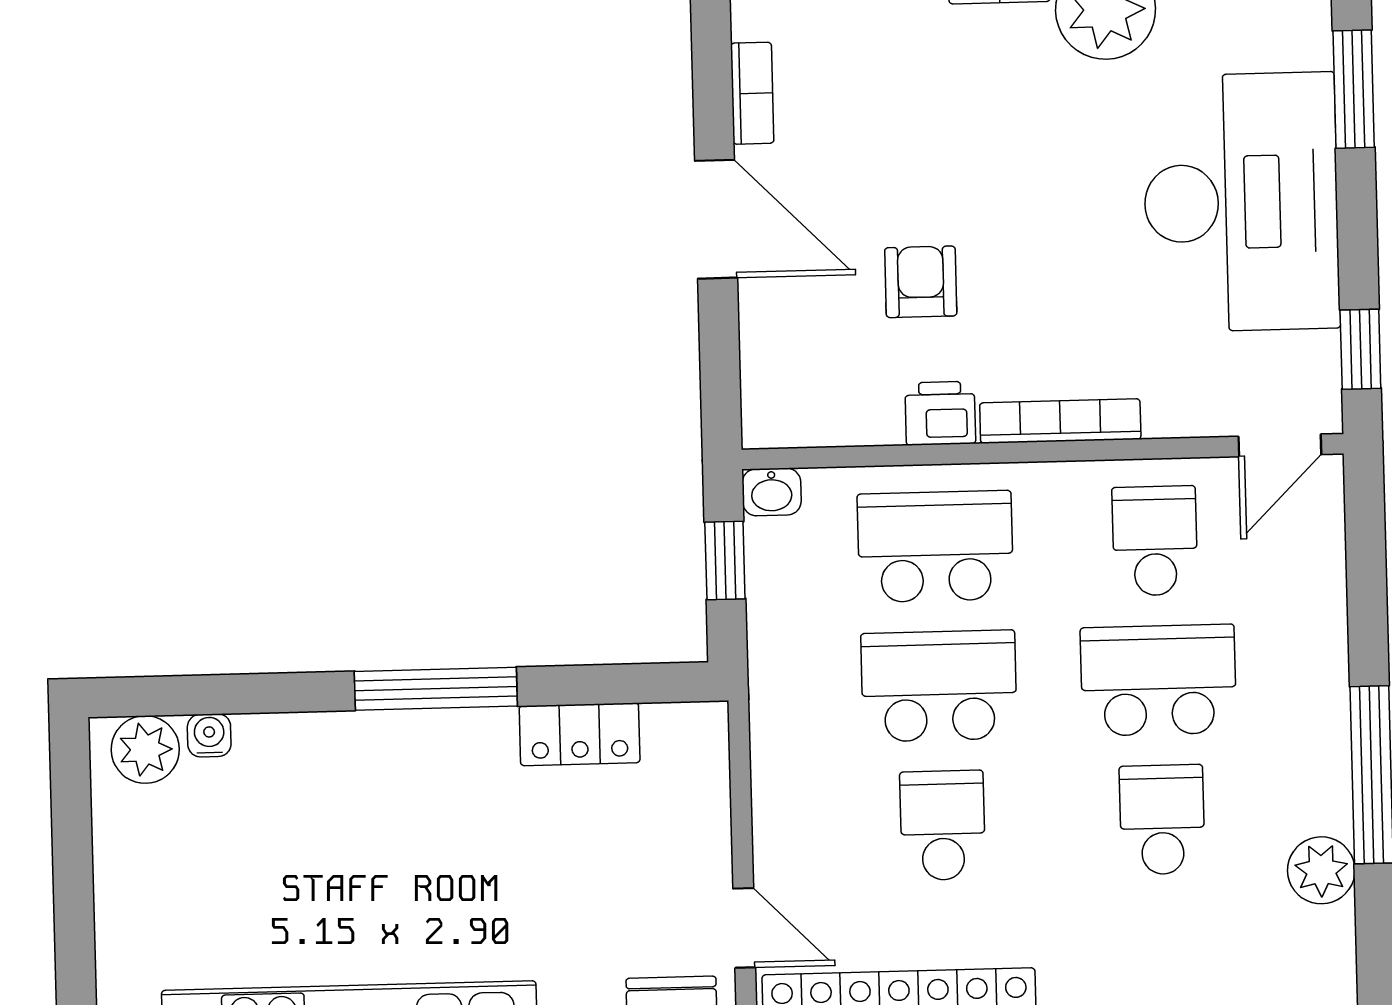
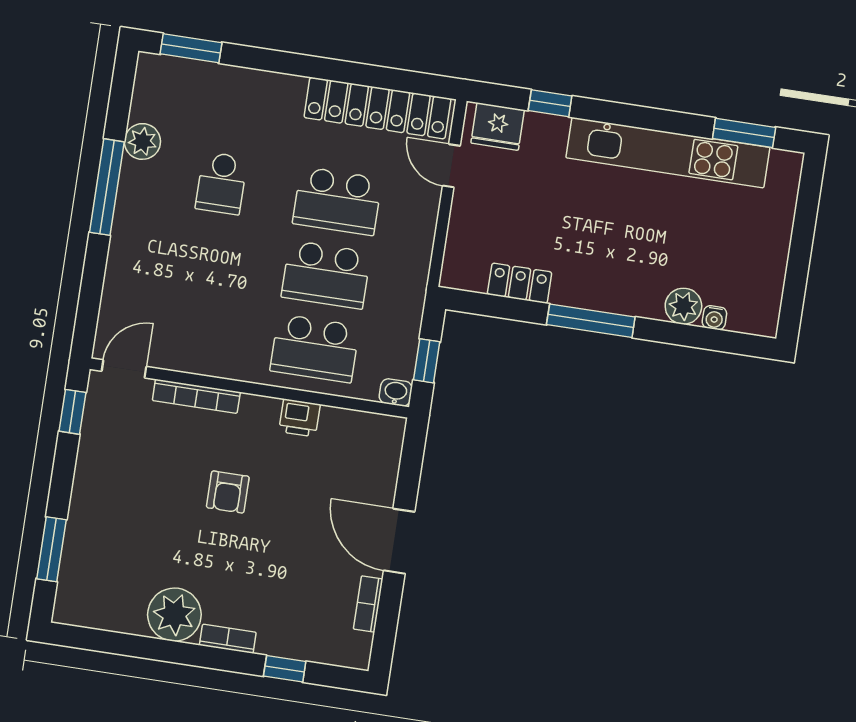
desk: (1241, 202) -> (121, 500), removed
armchair: (921, 282) -> (228, 492), moved
bookcase: (1060, 421) -> (196, 396), moved
school desk: (1155, 541) -> (199, 331), removed
school desk: (1158, 680) -> (210, 257), removed
plant: (145, 750) -> (683, 306), moved
school desk: (943, 825) -> (337, 201), width x1.85

